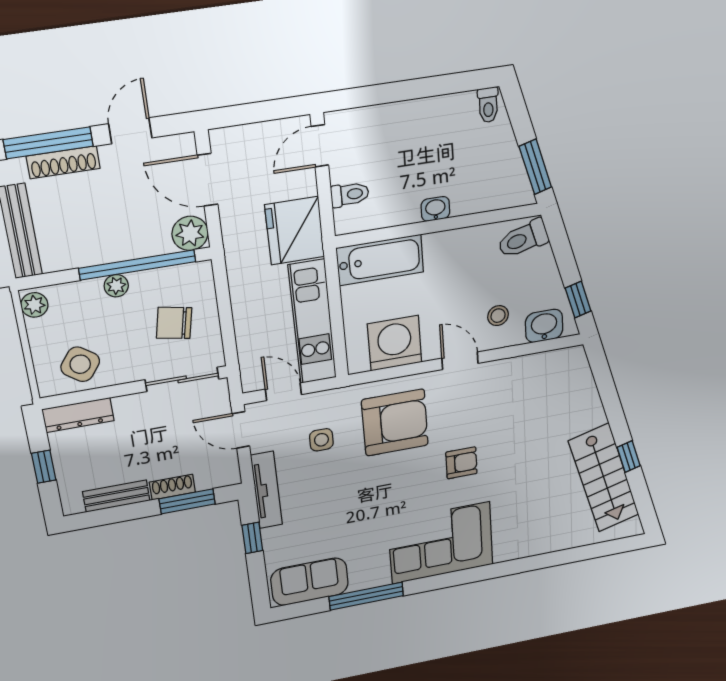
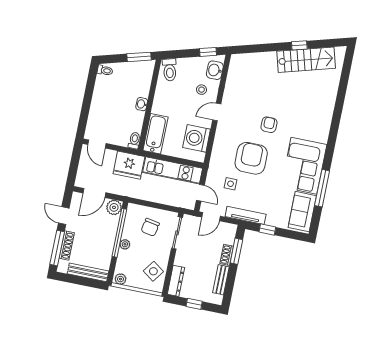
toilet: (350, 194) -> (134, 140), moved
door: (283, 392) -> (200, 193), swing flipped
armchair: (395, 423) -> (251, 158), moved
corner sofa: (441, 543) -> (304, 166), moved

